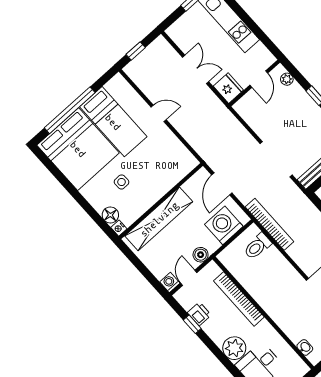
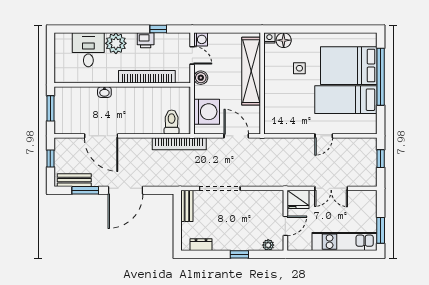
door: (259, 79) -> (285, 226), swing flipped
bed: (78, 149) -> (349, 66), width x0.73
printer: (199, 314) -> (146, 40), moved
washbasin: (305, 347) -> (104, 92), moved

